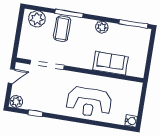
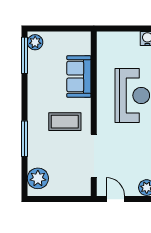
plant: (102, 27) -> (35, 42), moved
coffee table: (62, 29) -> (65, 122), moved

